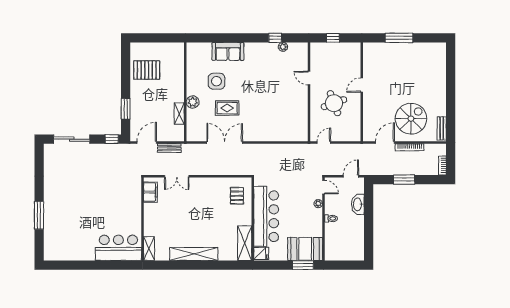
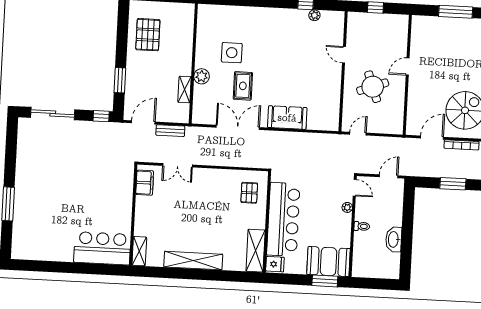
sofa: (228, 51) -> (287, 118), moved, turned 180
pallet: (147, 70) -> (148, 35), turned 90
rug: (227, 108) -> (243, 86), turned 90
washbasin: (358, 204) -> (394, 239), moved

